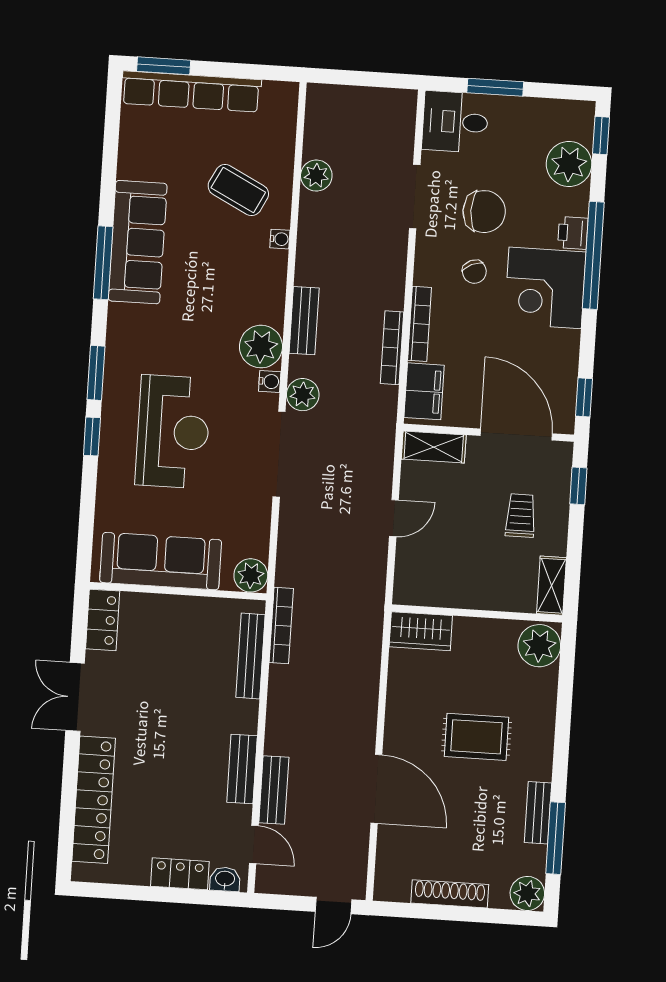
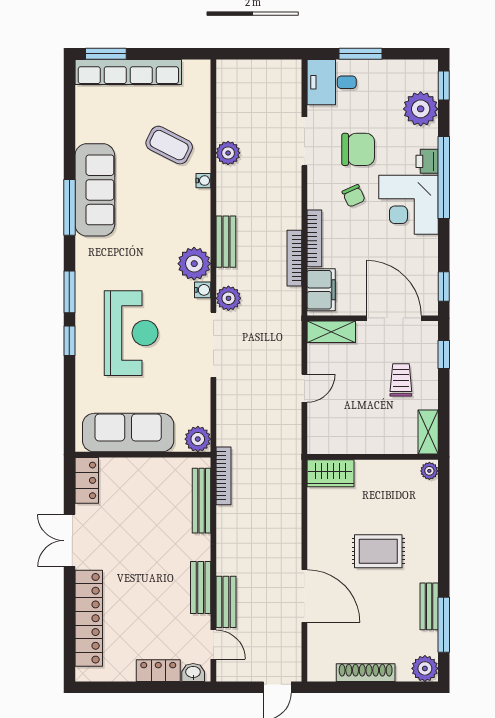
plant: (316, 176) -> (228, 153), moved
plant: (539, 646) -> (429, 471), width x0.53, depth x0.53

